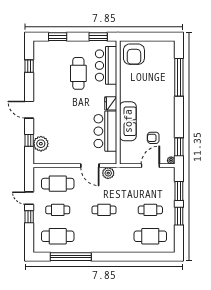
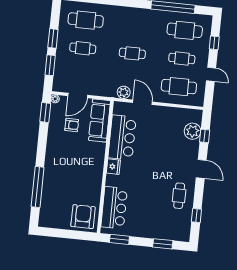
cafe table: (78, 73) -> (179, 196), moved, width x0.73, depth x0.74
sofa: (128, 121) -> (100, 120), moved
window: (29, 217) -> (214, 43), moved

